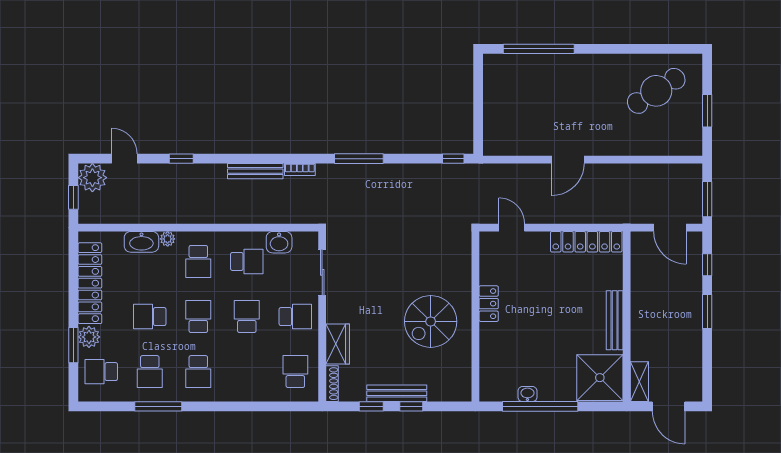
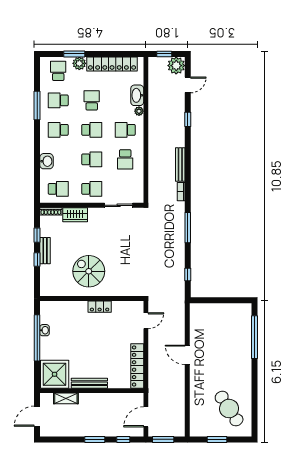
window: (453, 159) -> (188, 275), moved
washbasin: (279, 242) -> (47, 161), moved, turned 180
school desk: (295, 317) -> (92, 189), turned -90
shelving: (639, 382) -> (66, 398), moved
bench: (397, 393) -> (45, 251), width x0.73

